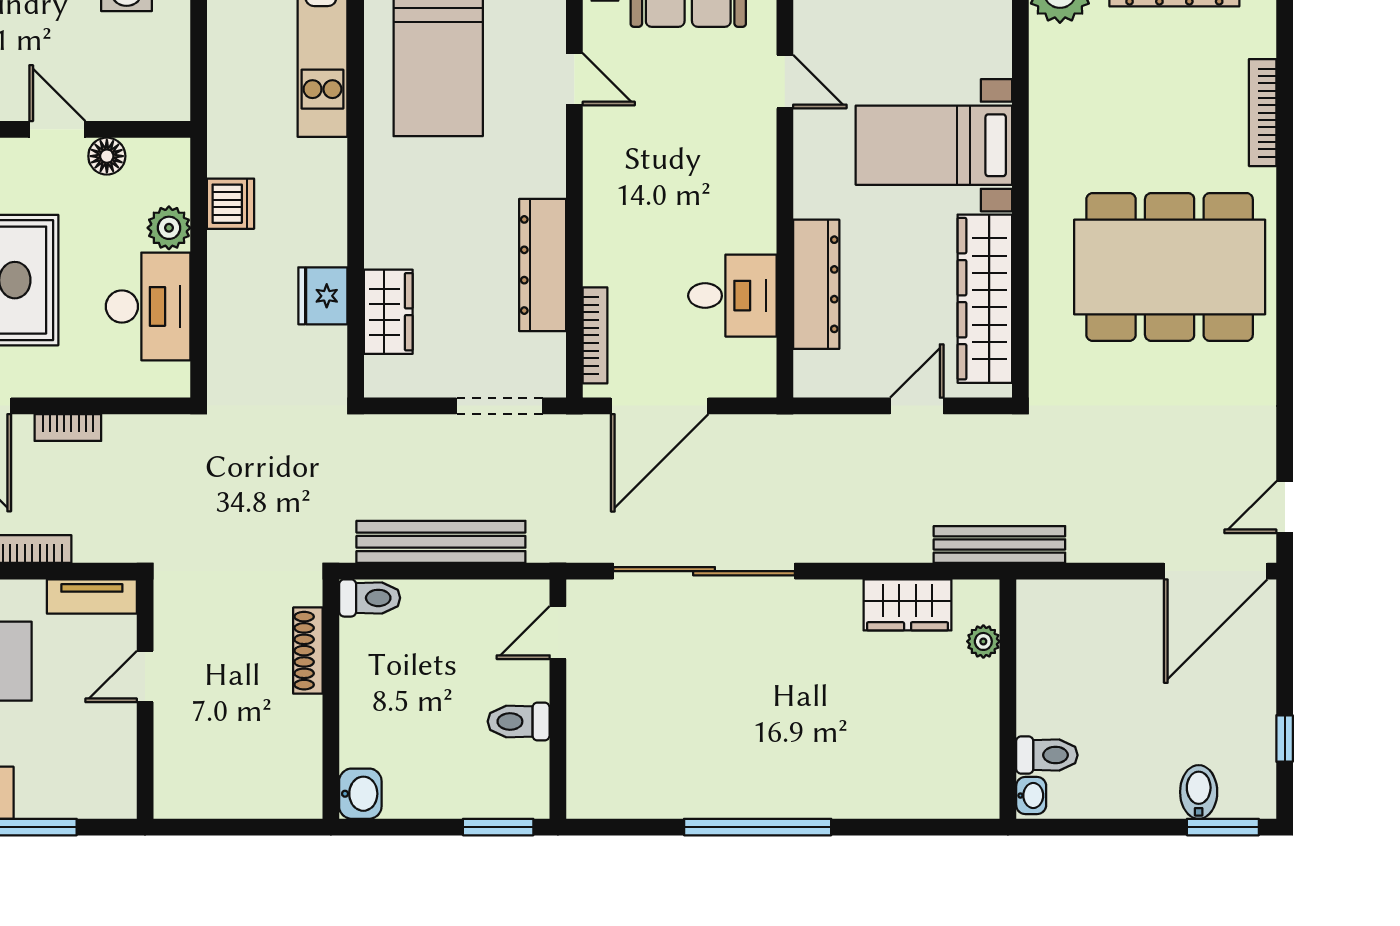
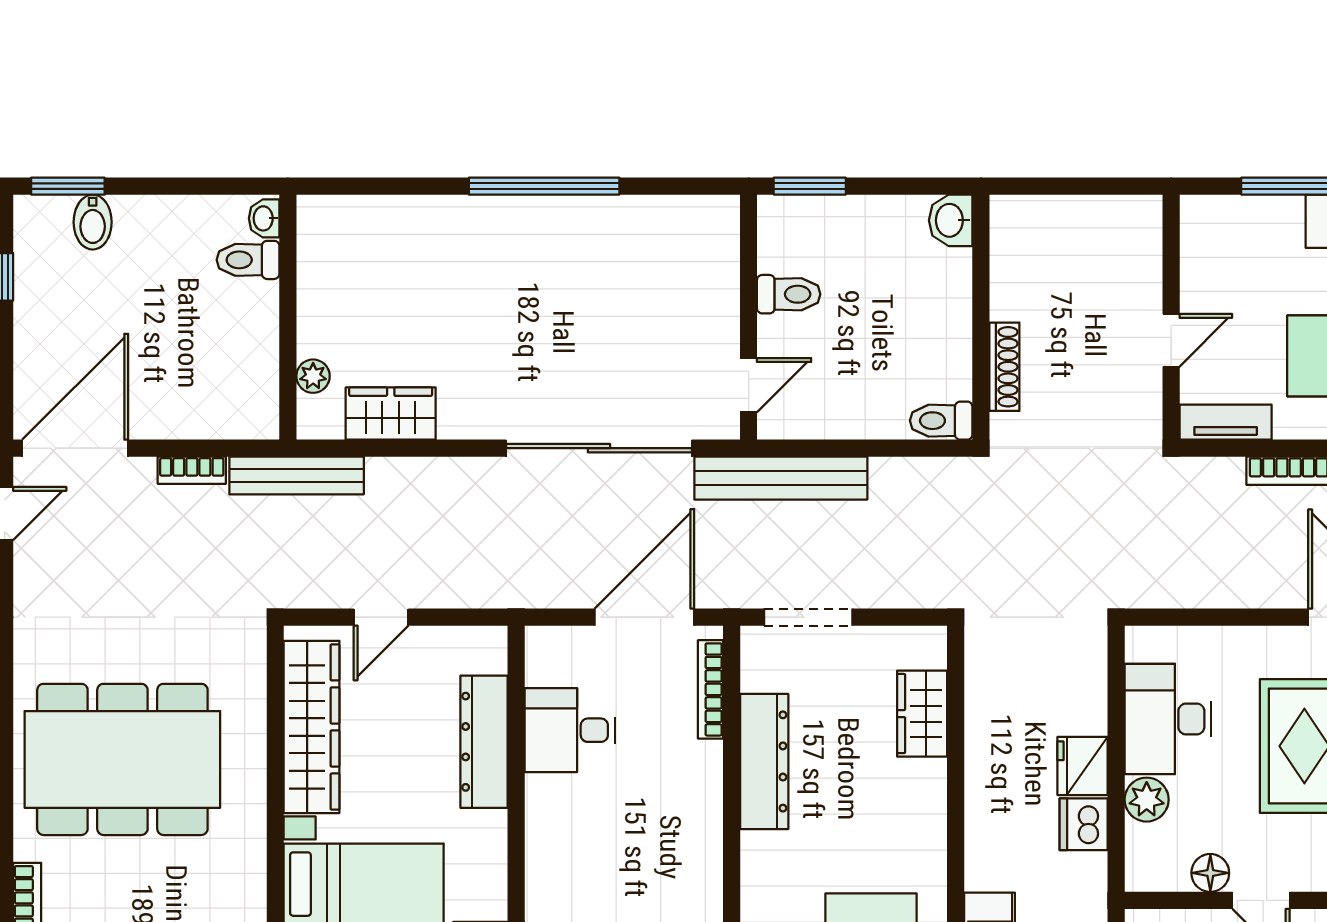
fridge: (323, 296) -> (1083, 766), moved, turned 180
bookcase: (68, 428) -> (192, 470), moved, turned 180
bench: (441, 542) -> (781, 478), moved

